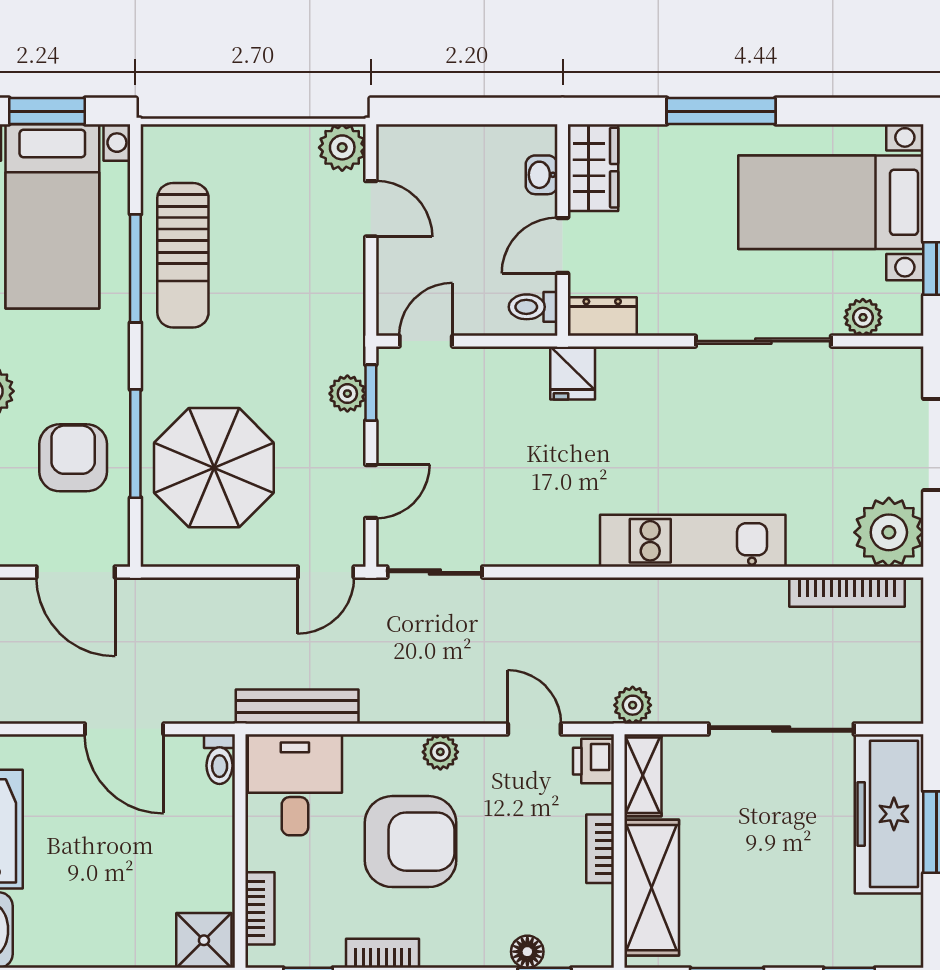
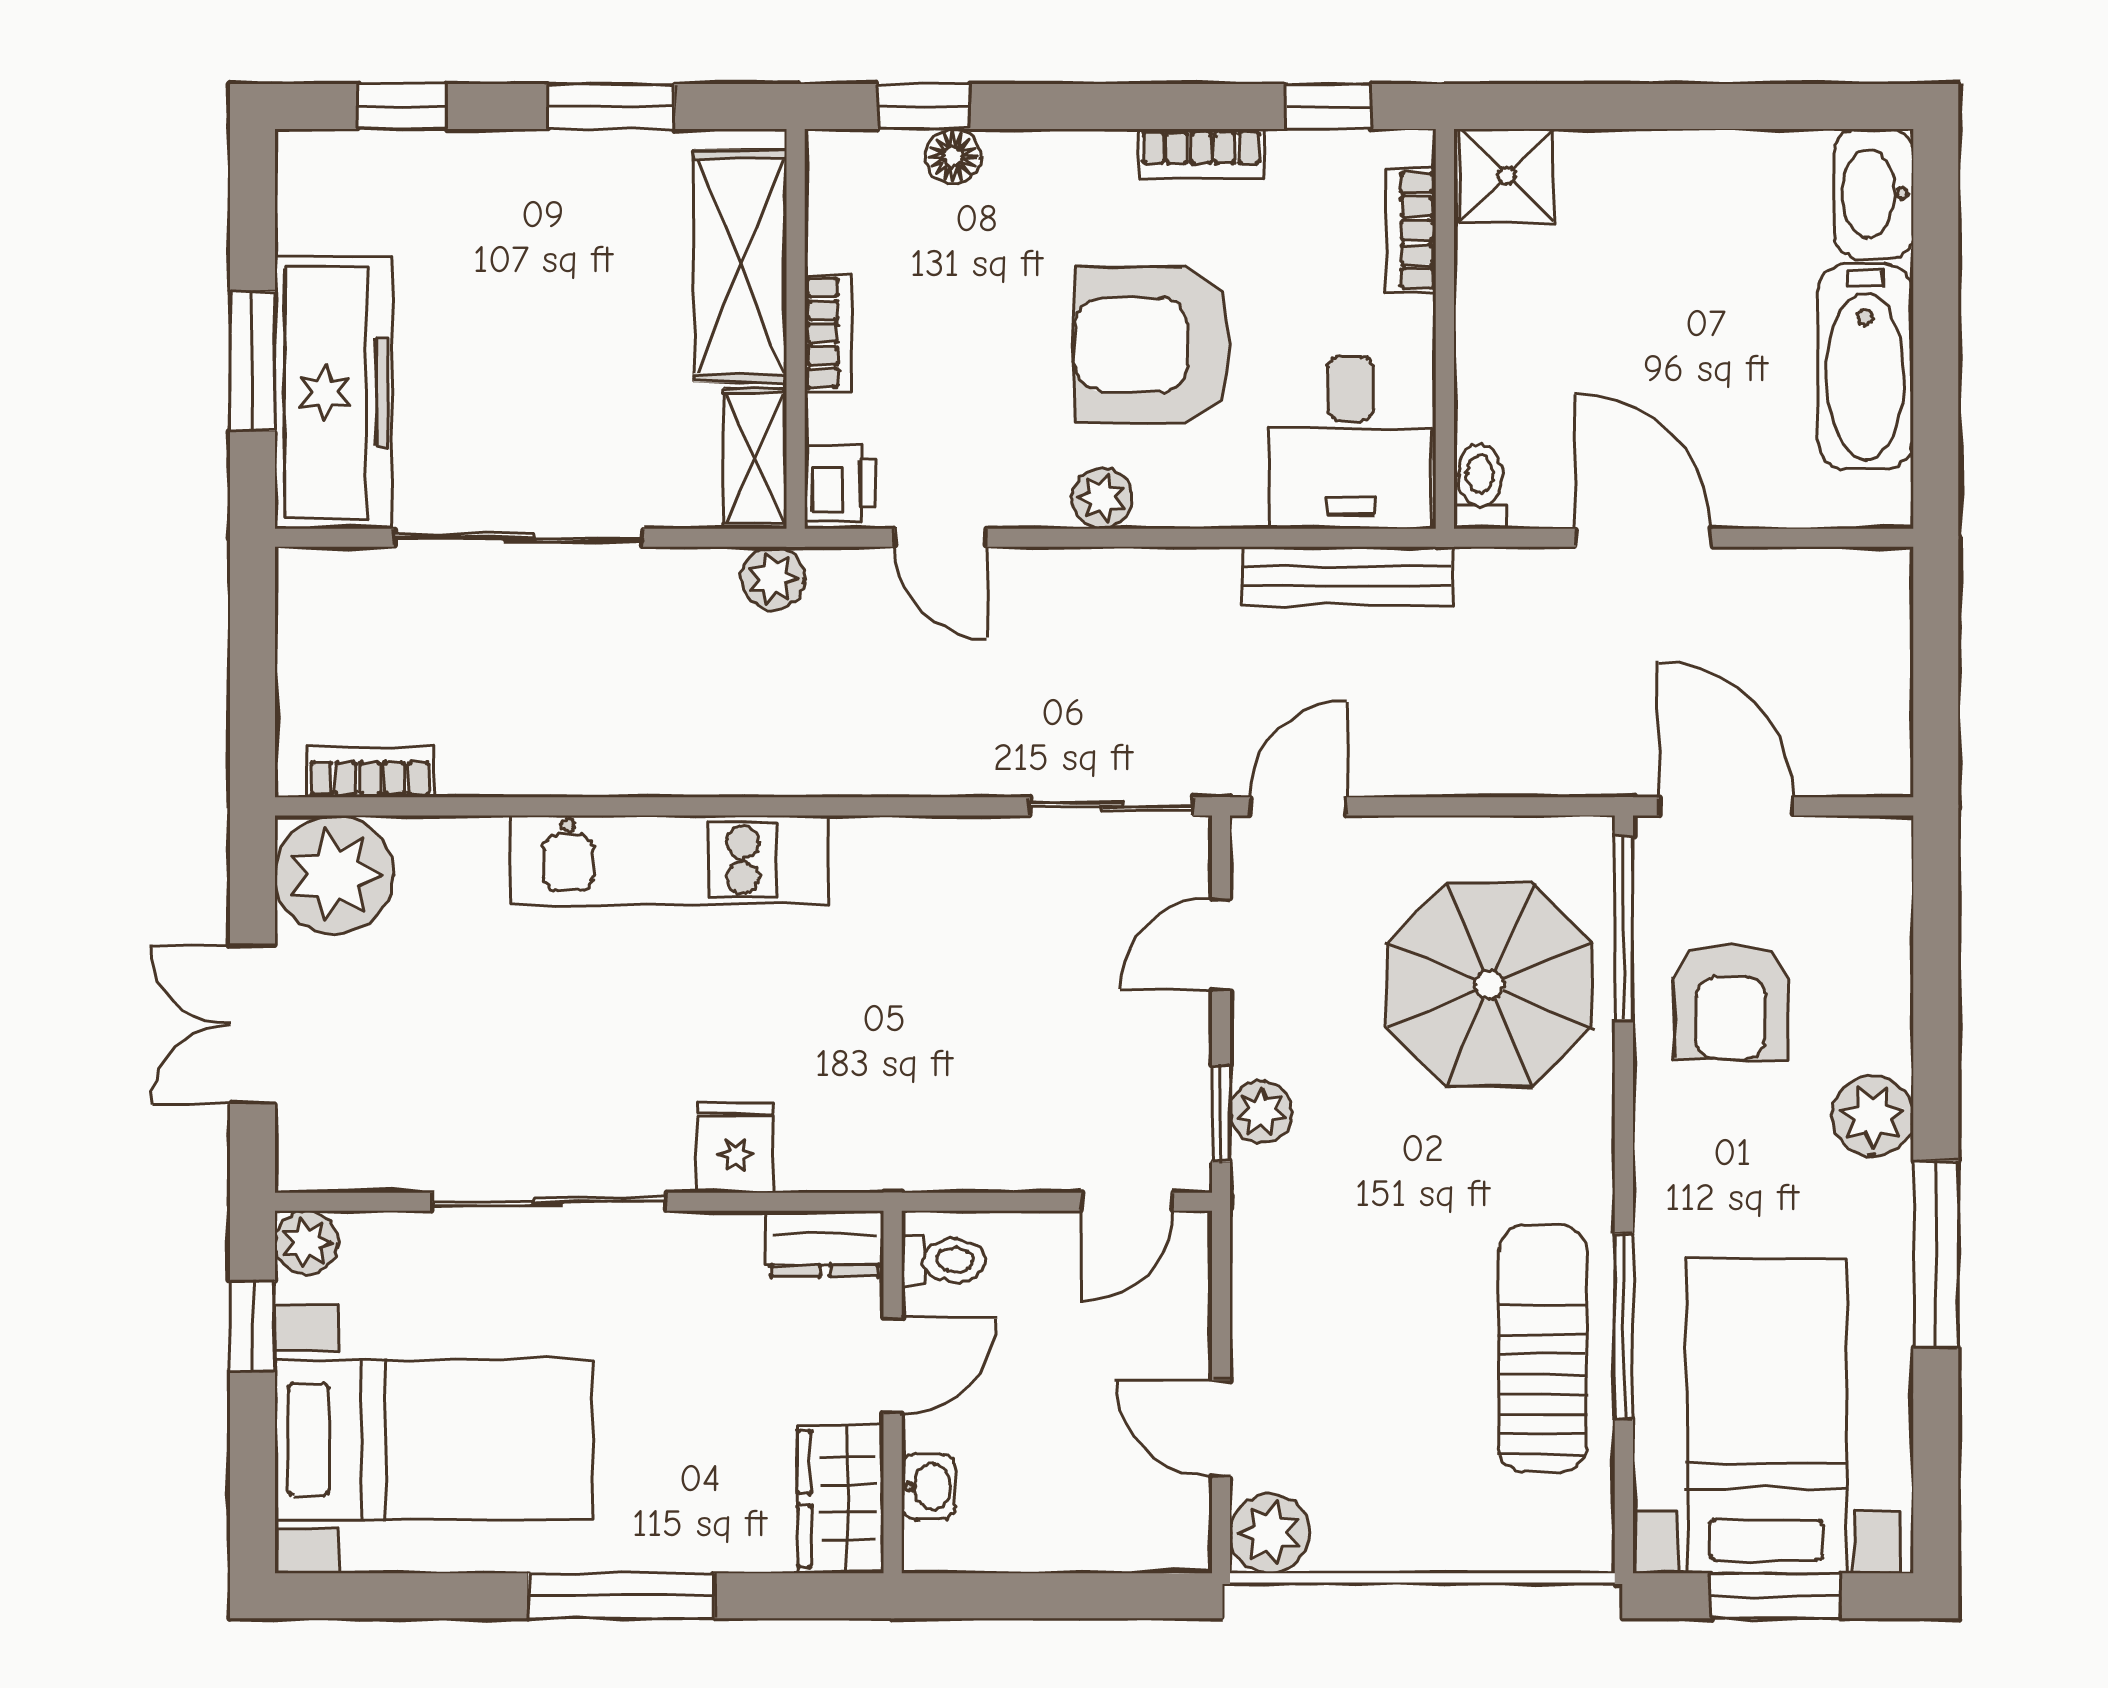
plant: (863, 317) -> (307, 1242), moved
fridge: (573, 373) -> (735, 1147), moved
window: (135, 444) -> (1624, 928), moved
bookcase: (847, 592) -> (370, 772), width x0.64

